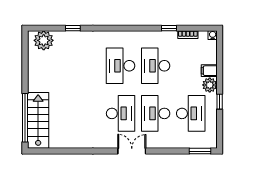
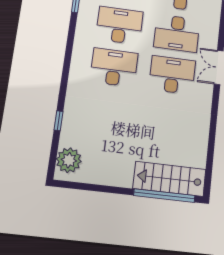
desk: (121, 66) -> (114, 67), turned 180
desk: (156, 66) -> (119, 25), turned 180

